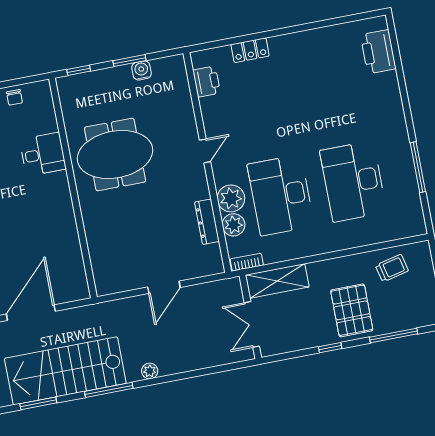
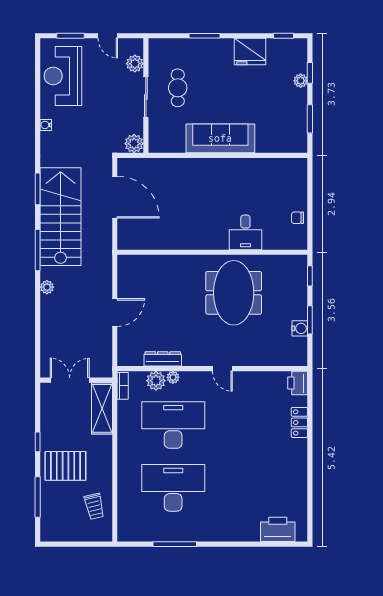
printer: (206, 82) -> (298, 383), moved, turned 90
plant: (231, 198) -> (173, 377), width x0.53, depth x0.53
door: (164, 287) -> (115, 312), swing flipped

